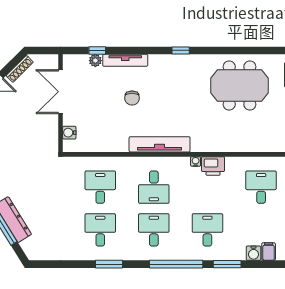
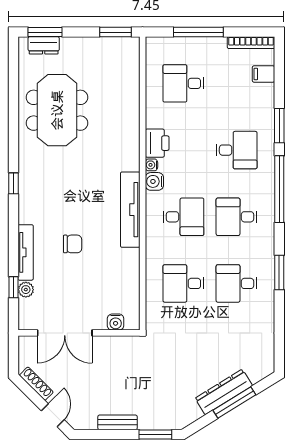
desk: (207, 230) -> (237, 150), turned 180
water cooler: (254, 253) -> (154, 181), moved, turned 180

